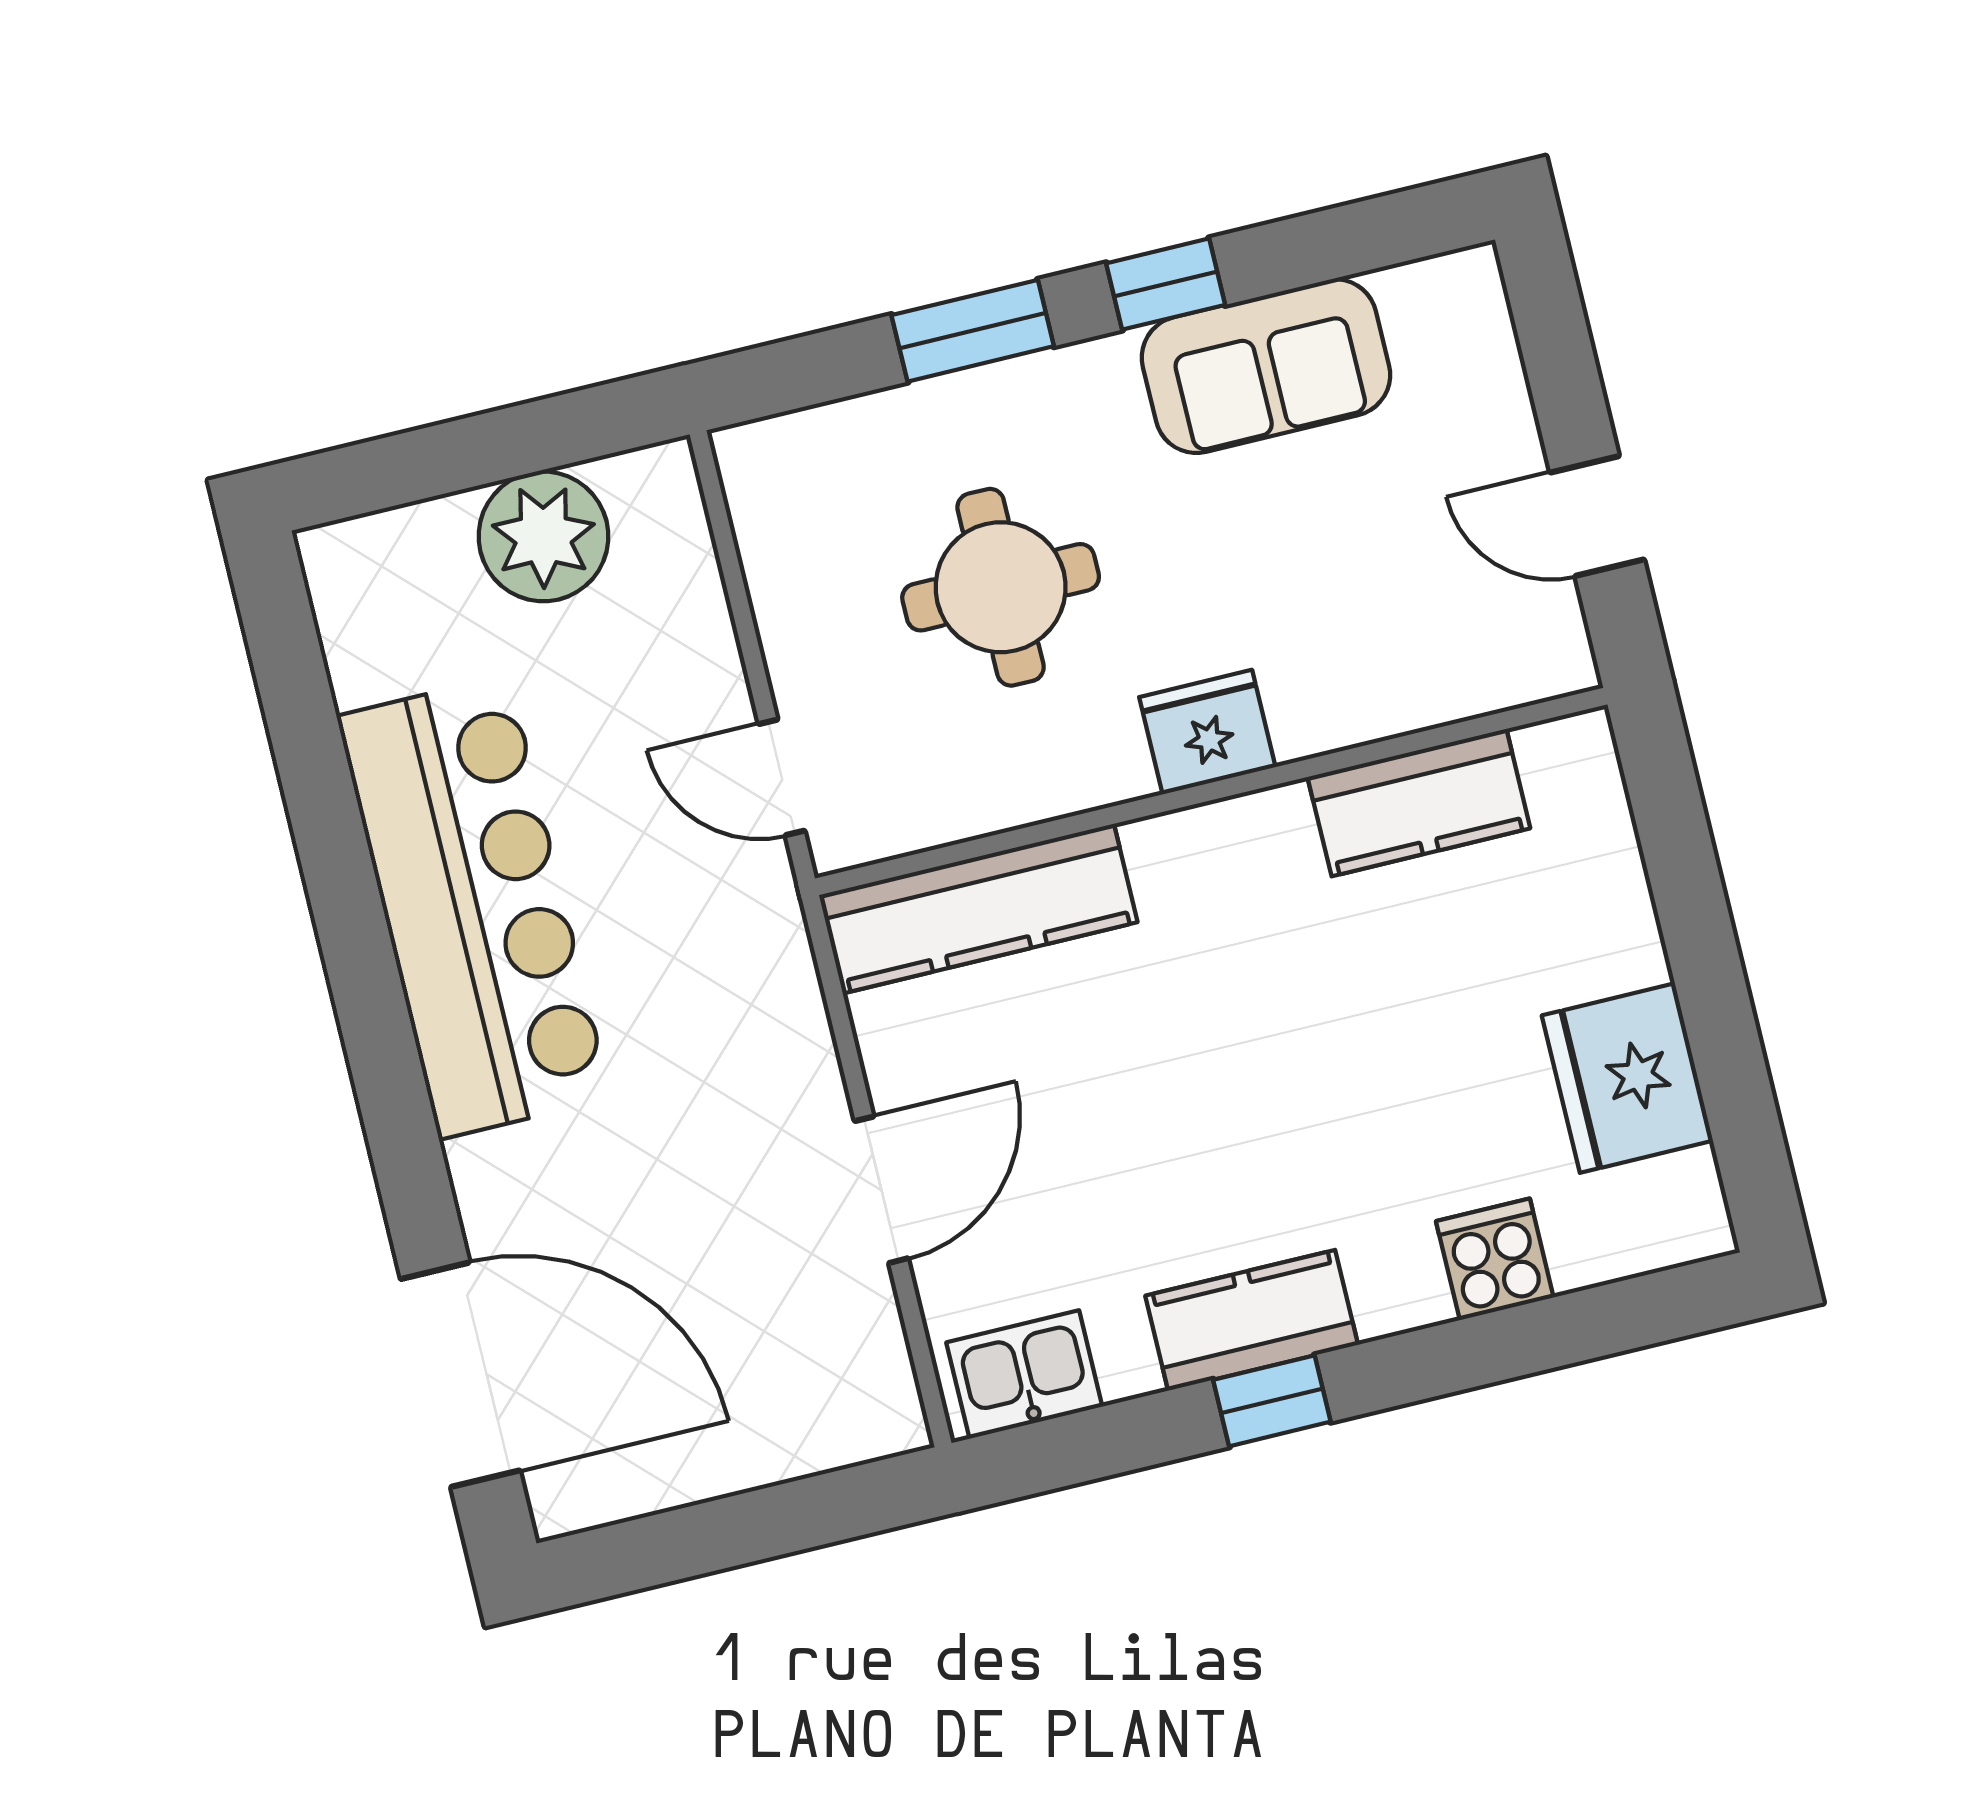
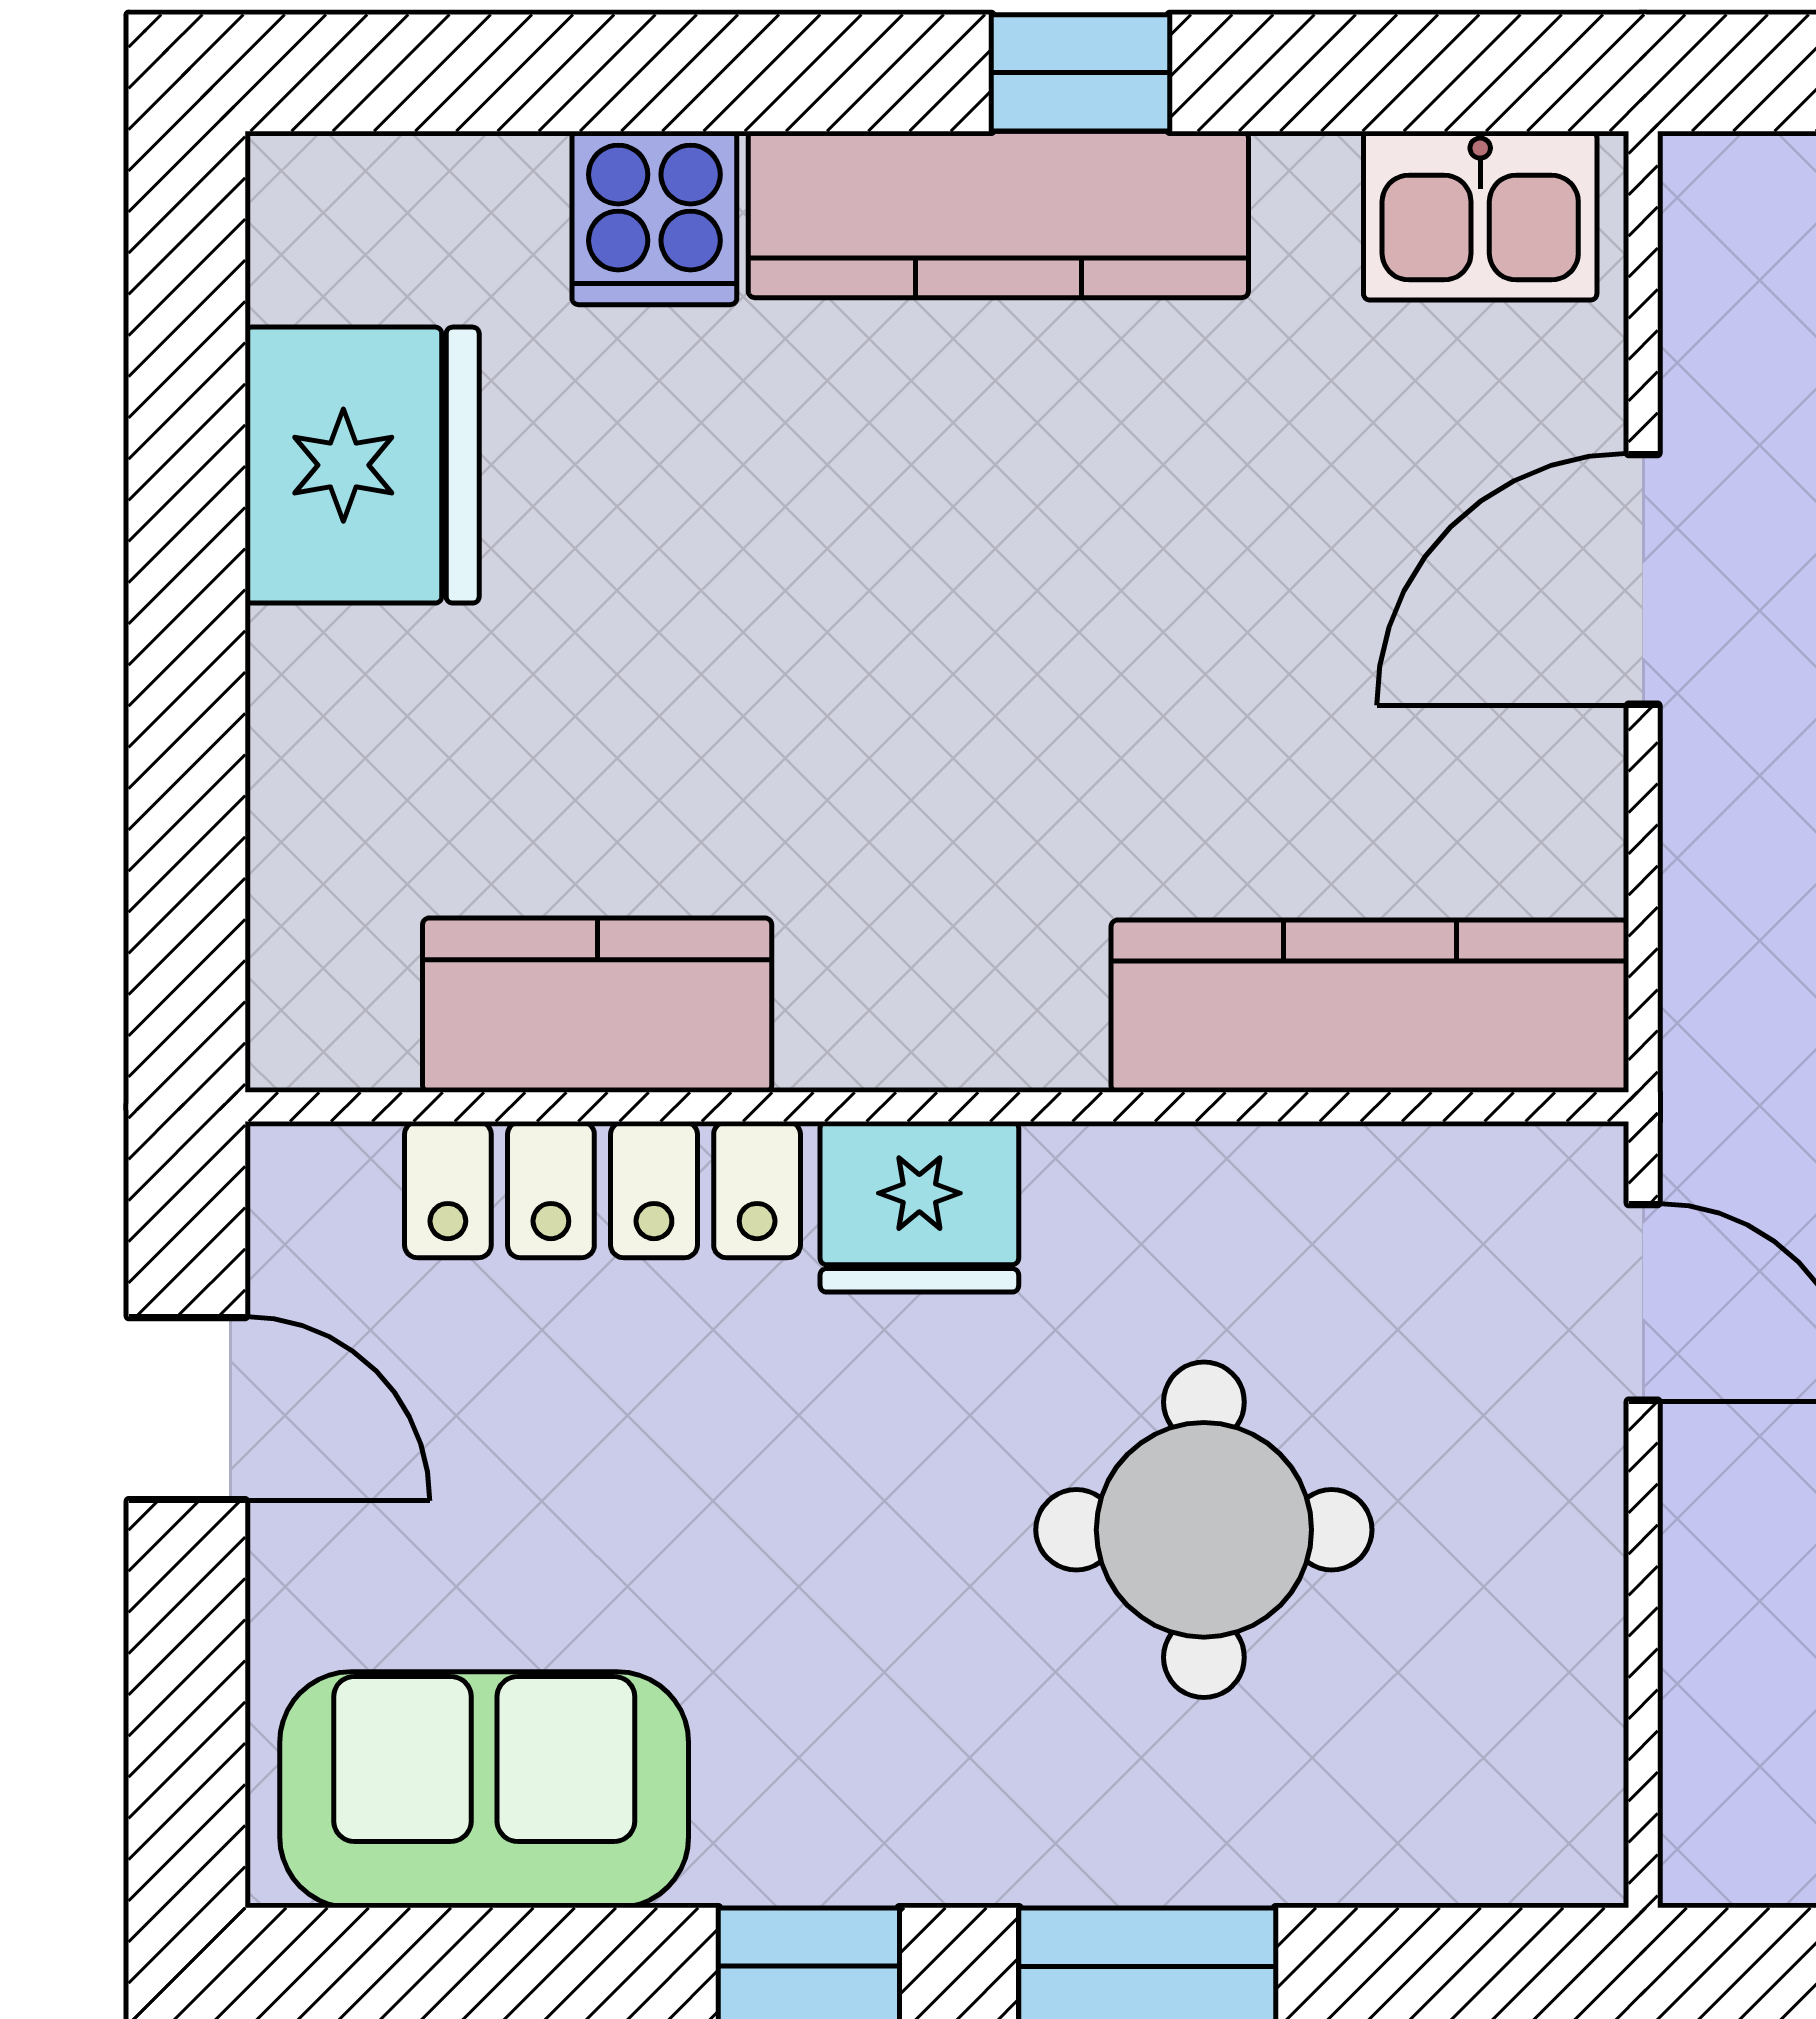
sofa: (1266, 366) -> (484, 1790), moved
locker: (1390, 698) -> (602, 1190), added
kitchen counter: (1252, 1320) -> (998, 214), width x1.50

